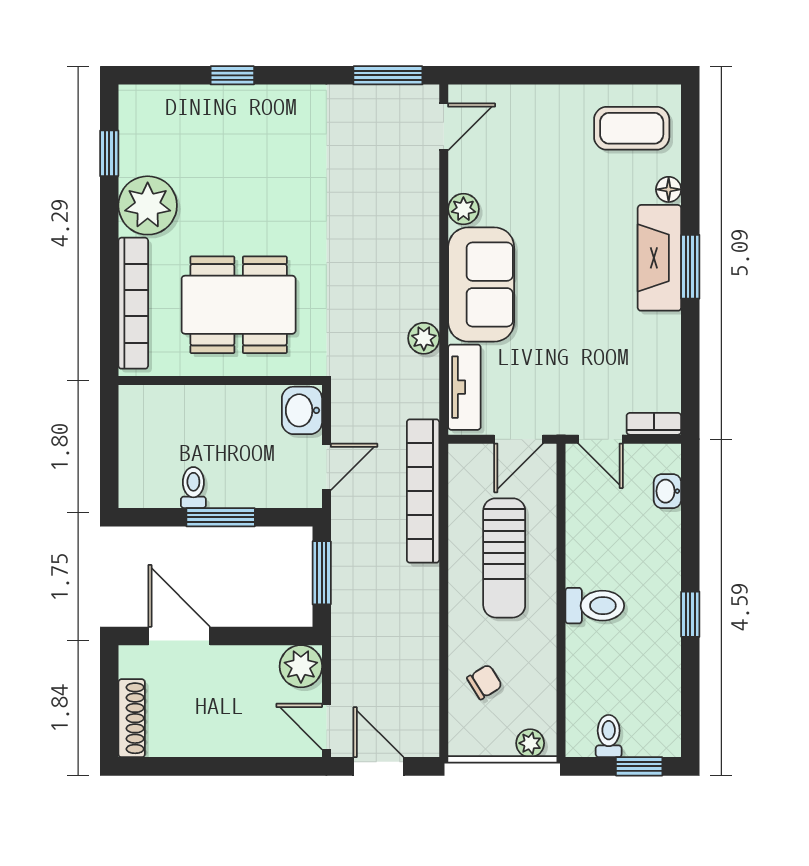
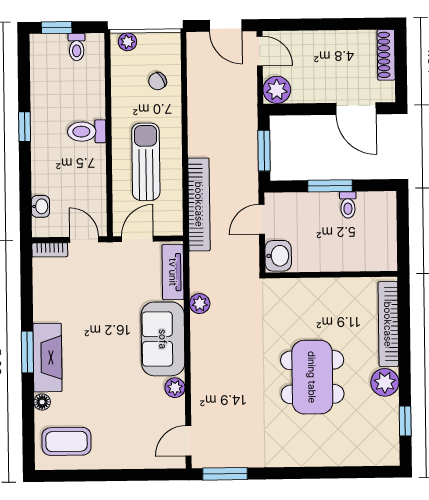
window: (232, 75) -> (326, 473), removed
plant: (148, 205) -> (385, 382), width x0.73, depth x0.73
dining table: (239, 305) -> (312, 377), moved, turned 90

